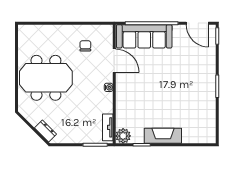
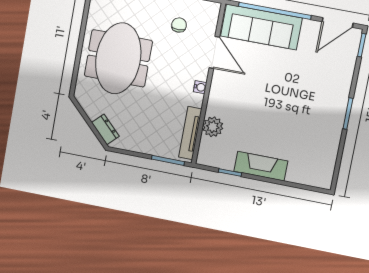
door: (197, 23) -> (338, 22), hinge flipped
meeting table: (46, 78) -> (118, 58), turned 90
tv unit: (108, 127) -> (190, 133), width x1.41
plant: (123, 136) -> (213, 127), moved

